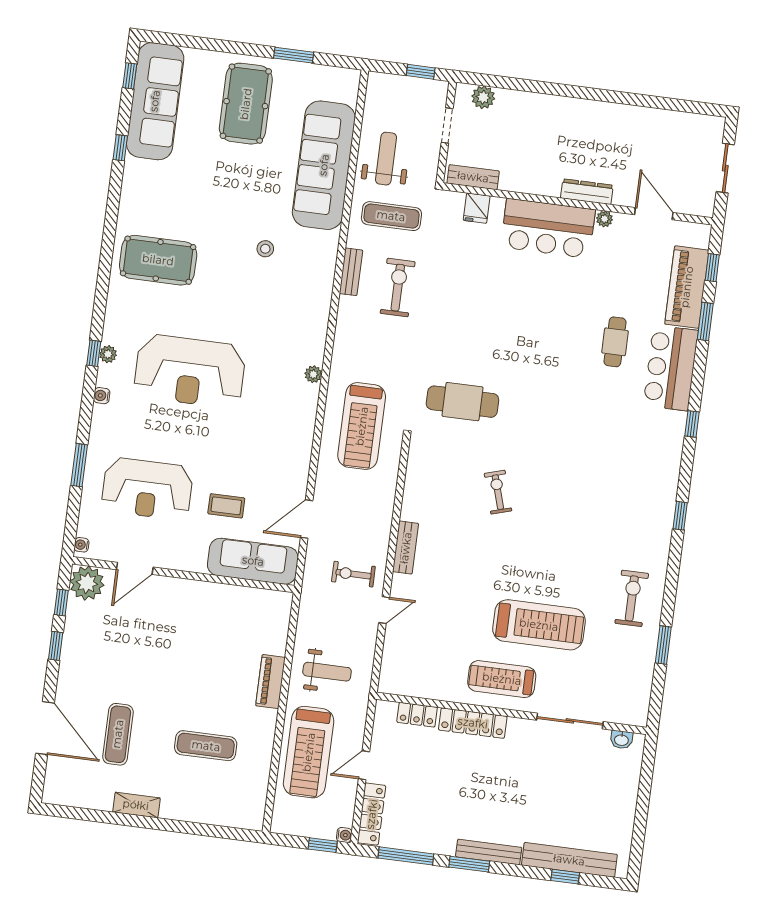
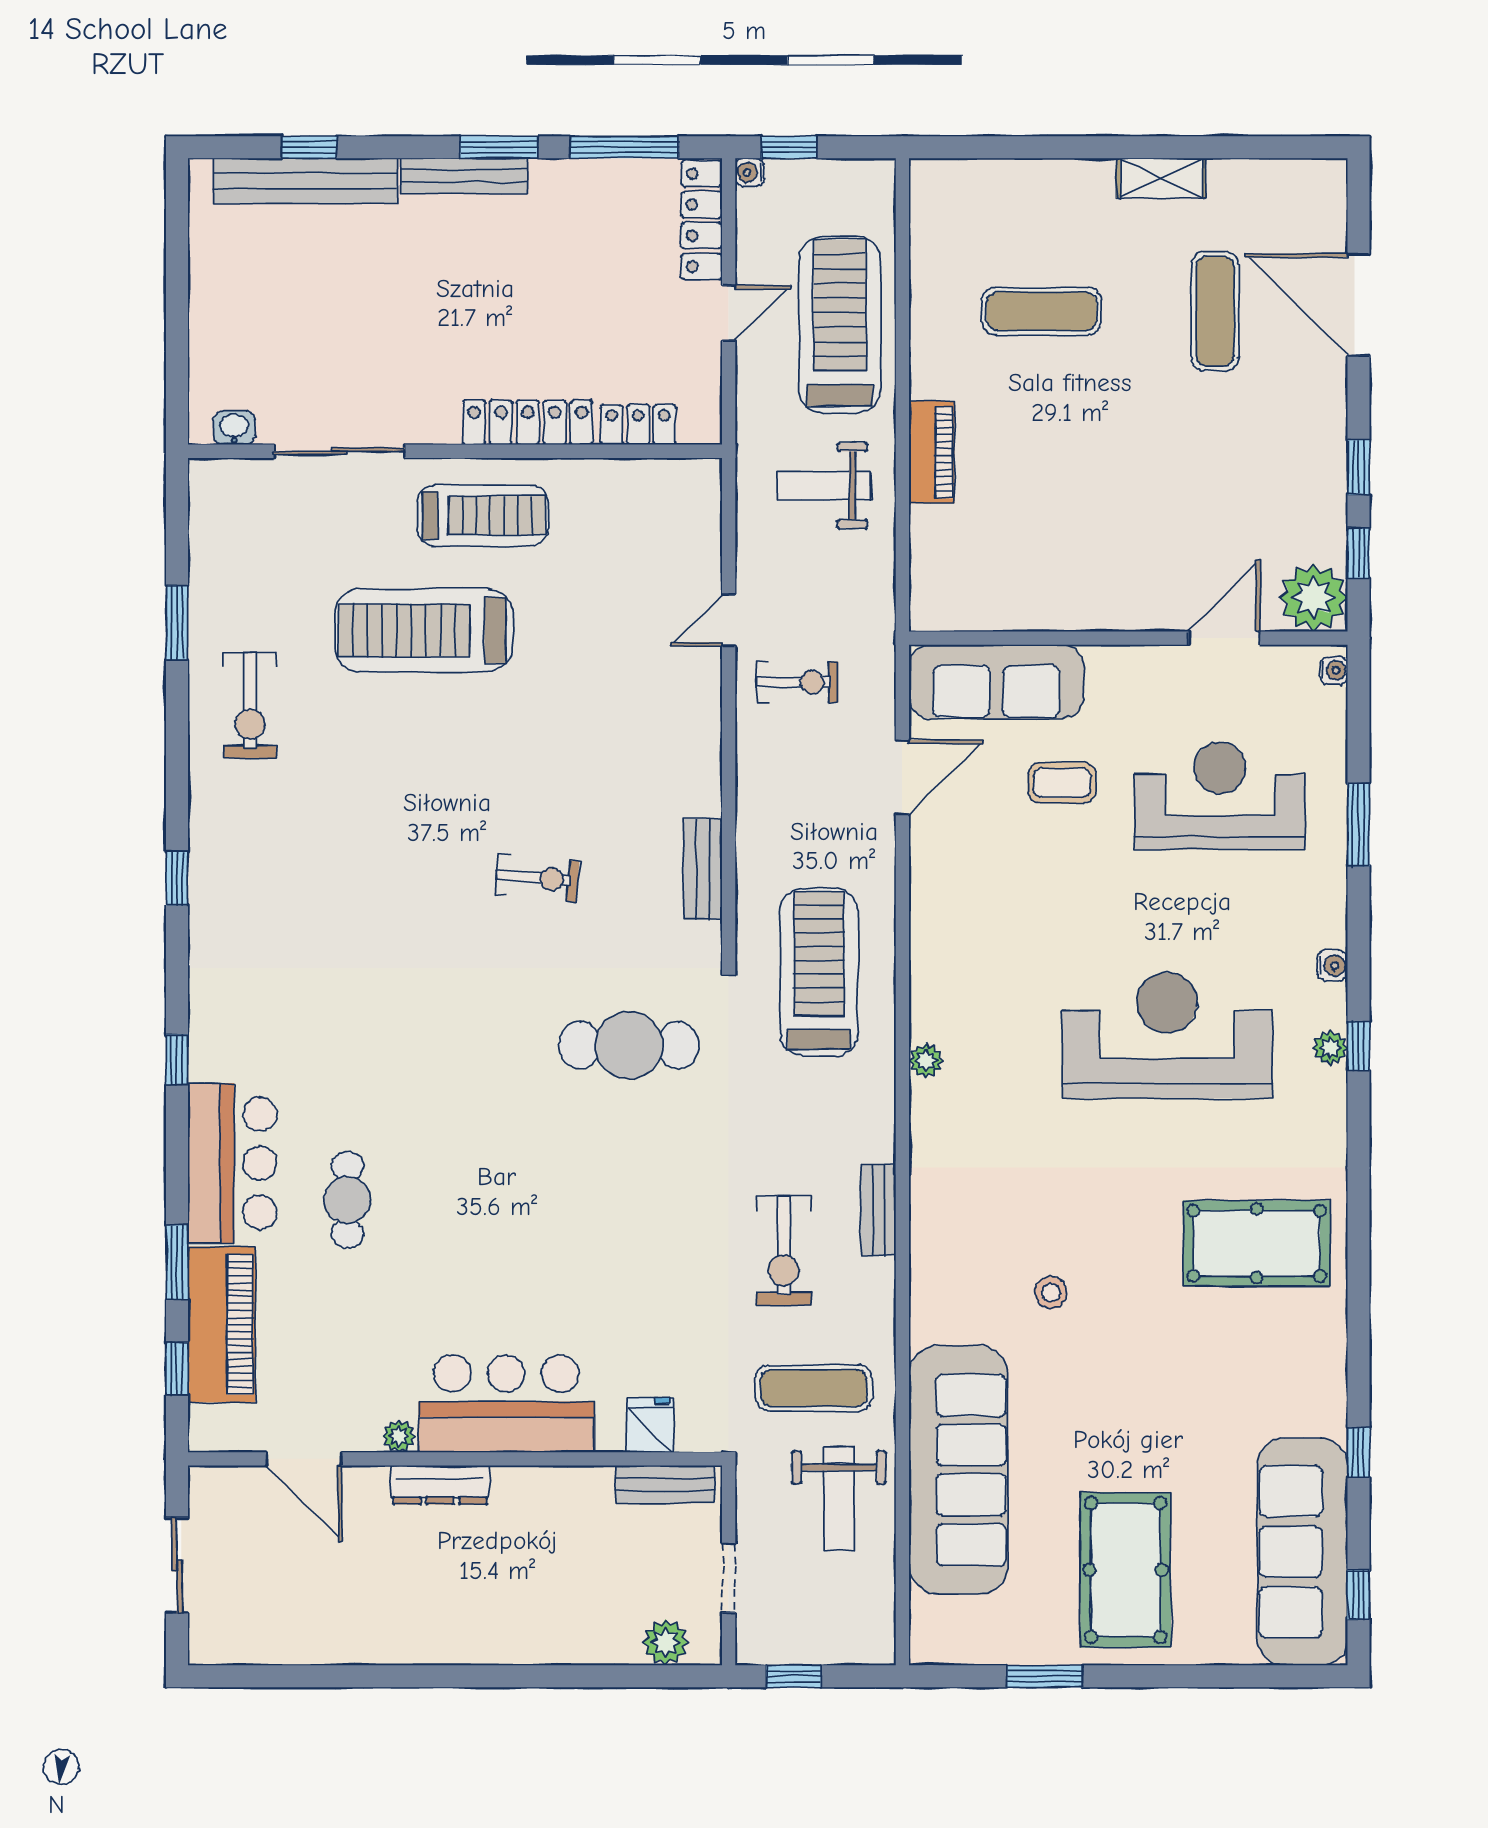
bench: (351, 272) -> (879, 1210), moved
exercise bike: (498, 492) -> (537, 878), turned -68
bench: (406, 548) -> (703, 869), moved

